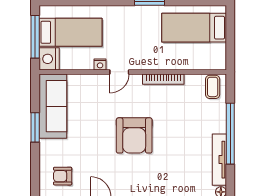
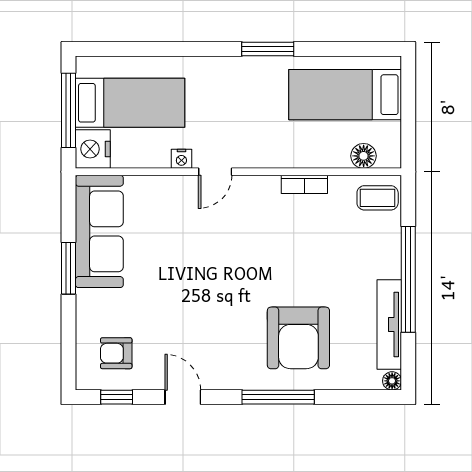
floor lamp: (205, 63) -> (364, 156), added
bookcase: (163, 79) -> (304, 184), width x0.64
coffee table: (213, 87) -> (378, 198), turned 90
armchair: (134, 135) -> (298, 338), moved

